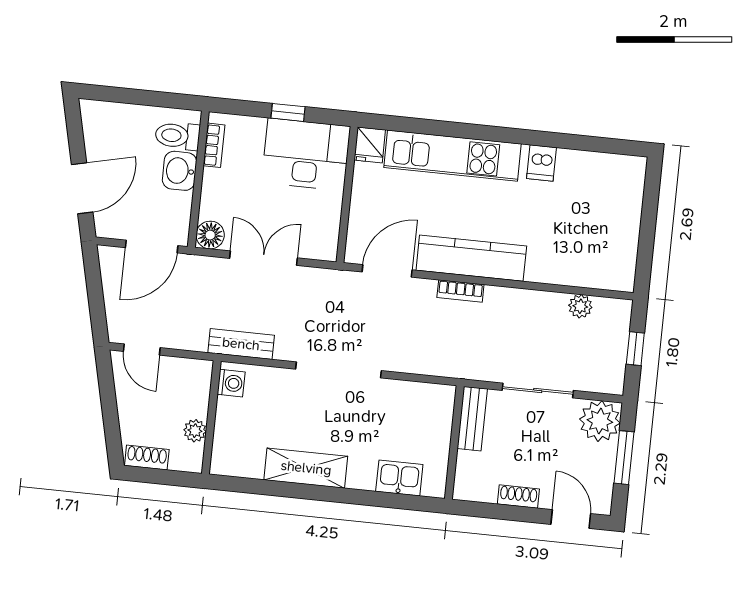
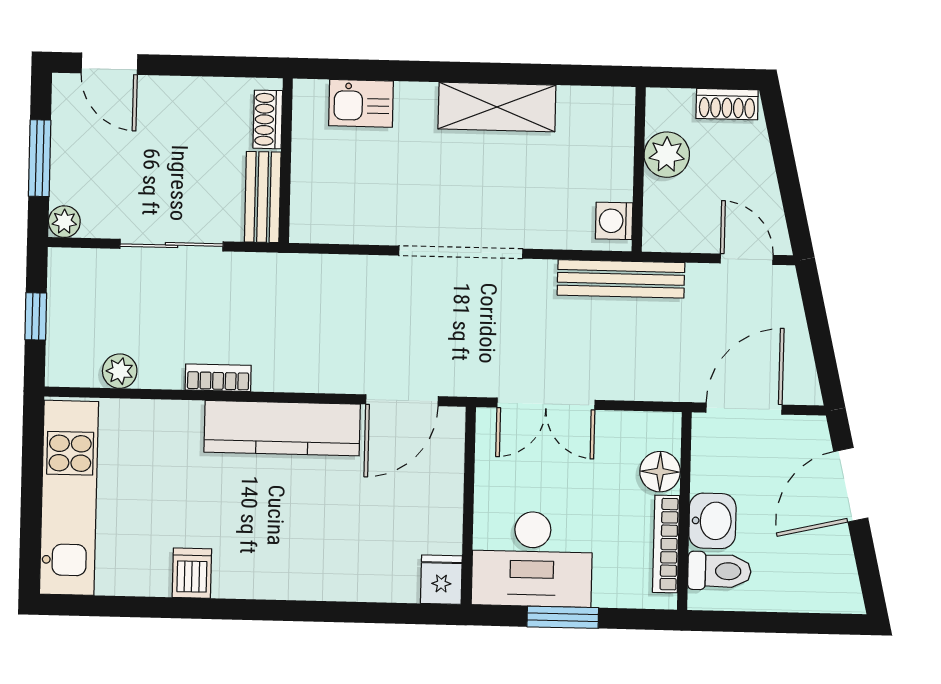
window: (288, 112) -> (563, 617), width x1.50
bookcase: (214, 145) -> (666, 544), width x1.56
kitchen unit: (453, 156) -> (69, 498), moved, turned 90
floor lamp: (210, 235) -> (660, 472), moved
double door: (264, 258) -> (546, 404), moved
bookcase: (460, 291) -> (218, 378), moved
bench: (241, 344) -> (621, 279), width x1.36
plant: (600, 421) -> (64, 222), width x0.53, depth x0.53
plant: (195, 431) -> (667, 155), width x1.38, depth x1.38
shoe rack: (518, 497) -> (268, 119), moved, turned 90

